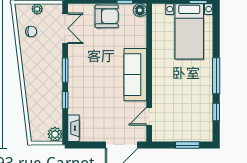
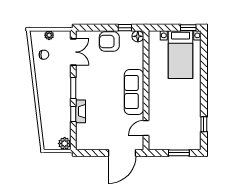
armchair: (107, 16) -> (109, 42), turned 180
window: (216, 76) -> (204, 93), removed
fireplace: (73, 128) -> (81, 111), moved

